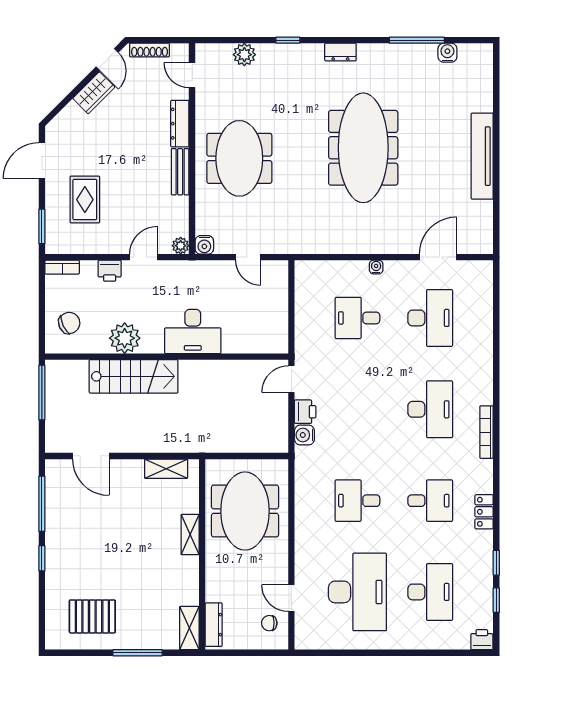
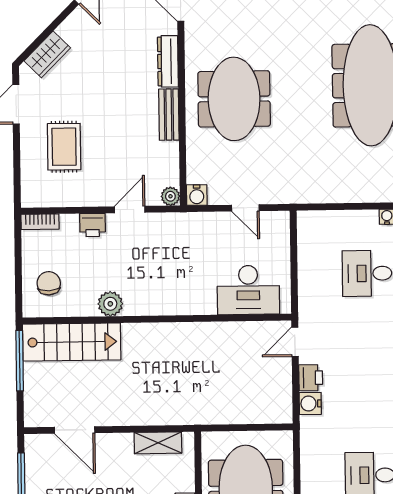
wardrobe: (94, 93) -> (47, 54), moved
window: (42, 226) -> (17, 177), removed
chair: (69, 323) -> (49, 283), turned -67
desk: (193, 331) -> (248, 290), moved
plant: (125, 338) -> (110, 304), width x0.73, depth x0.73
stairs: (134, 376) -> (72, 342), moved

